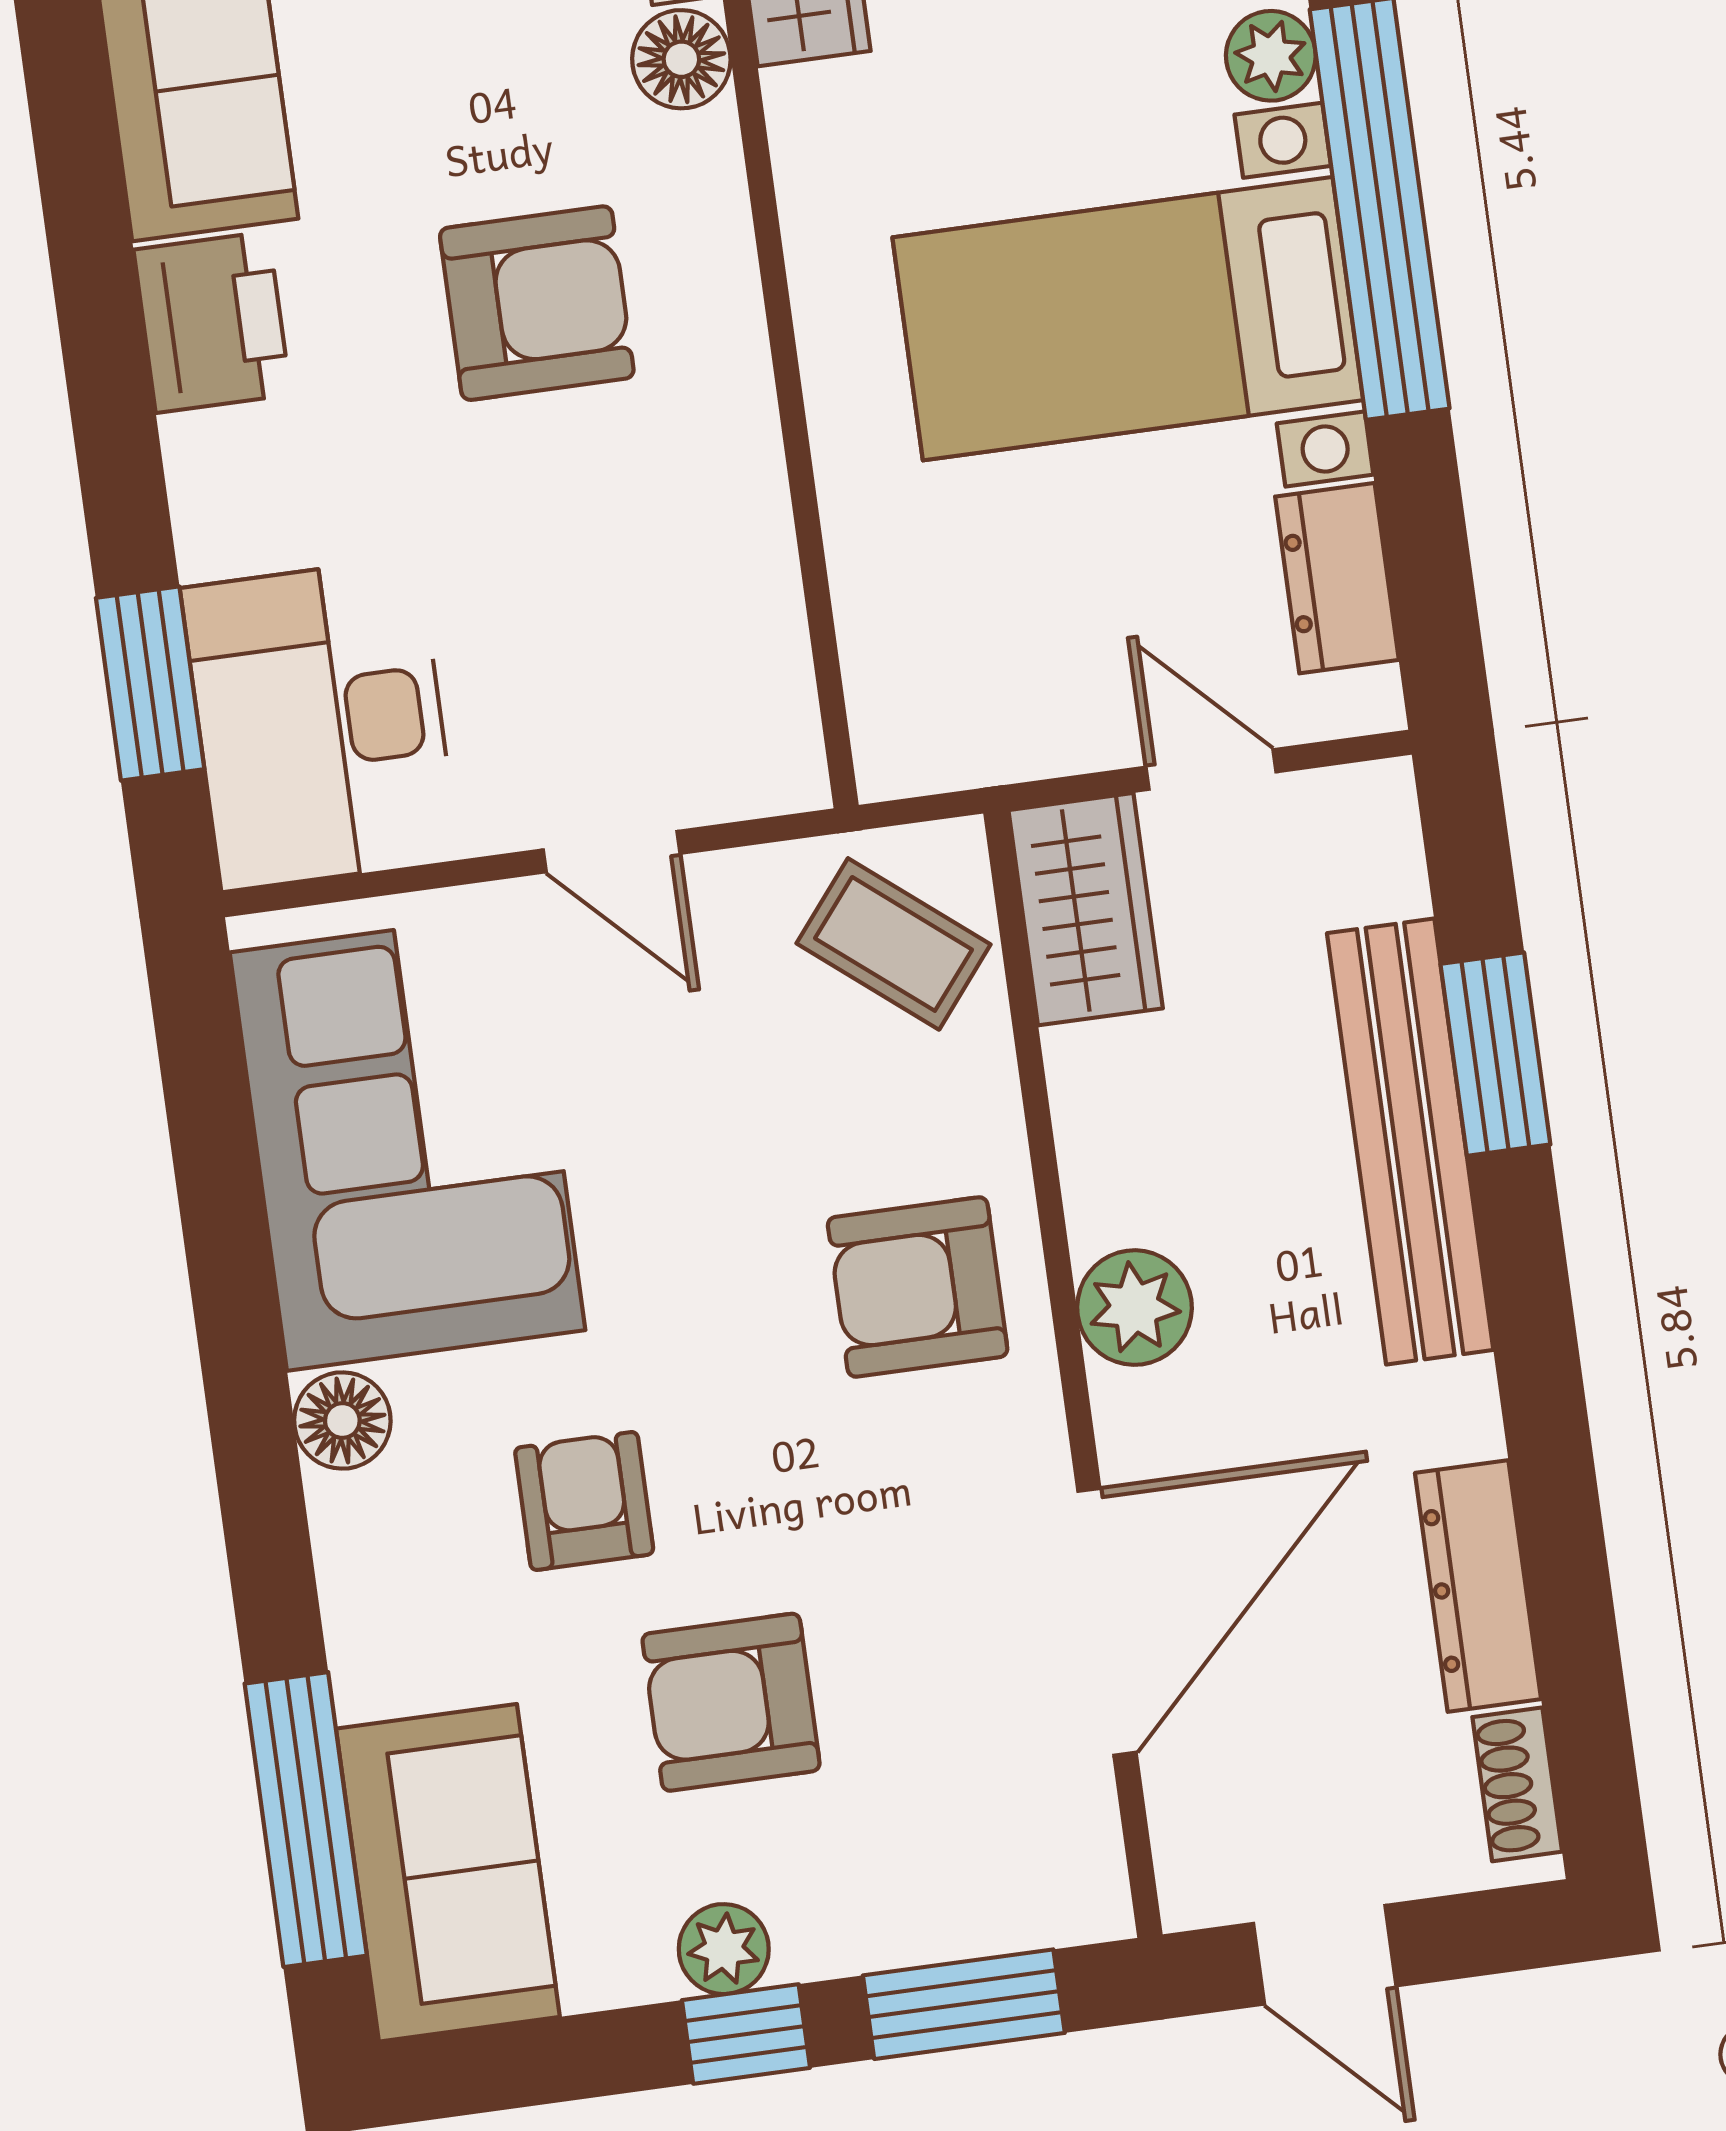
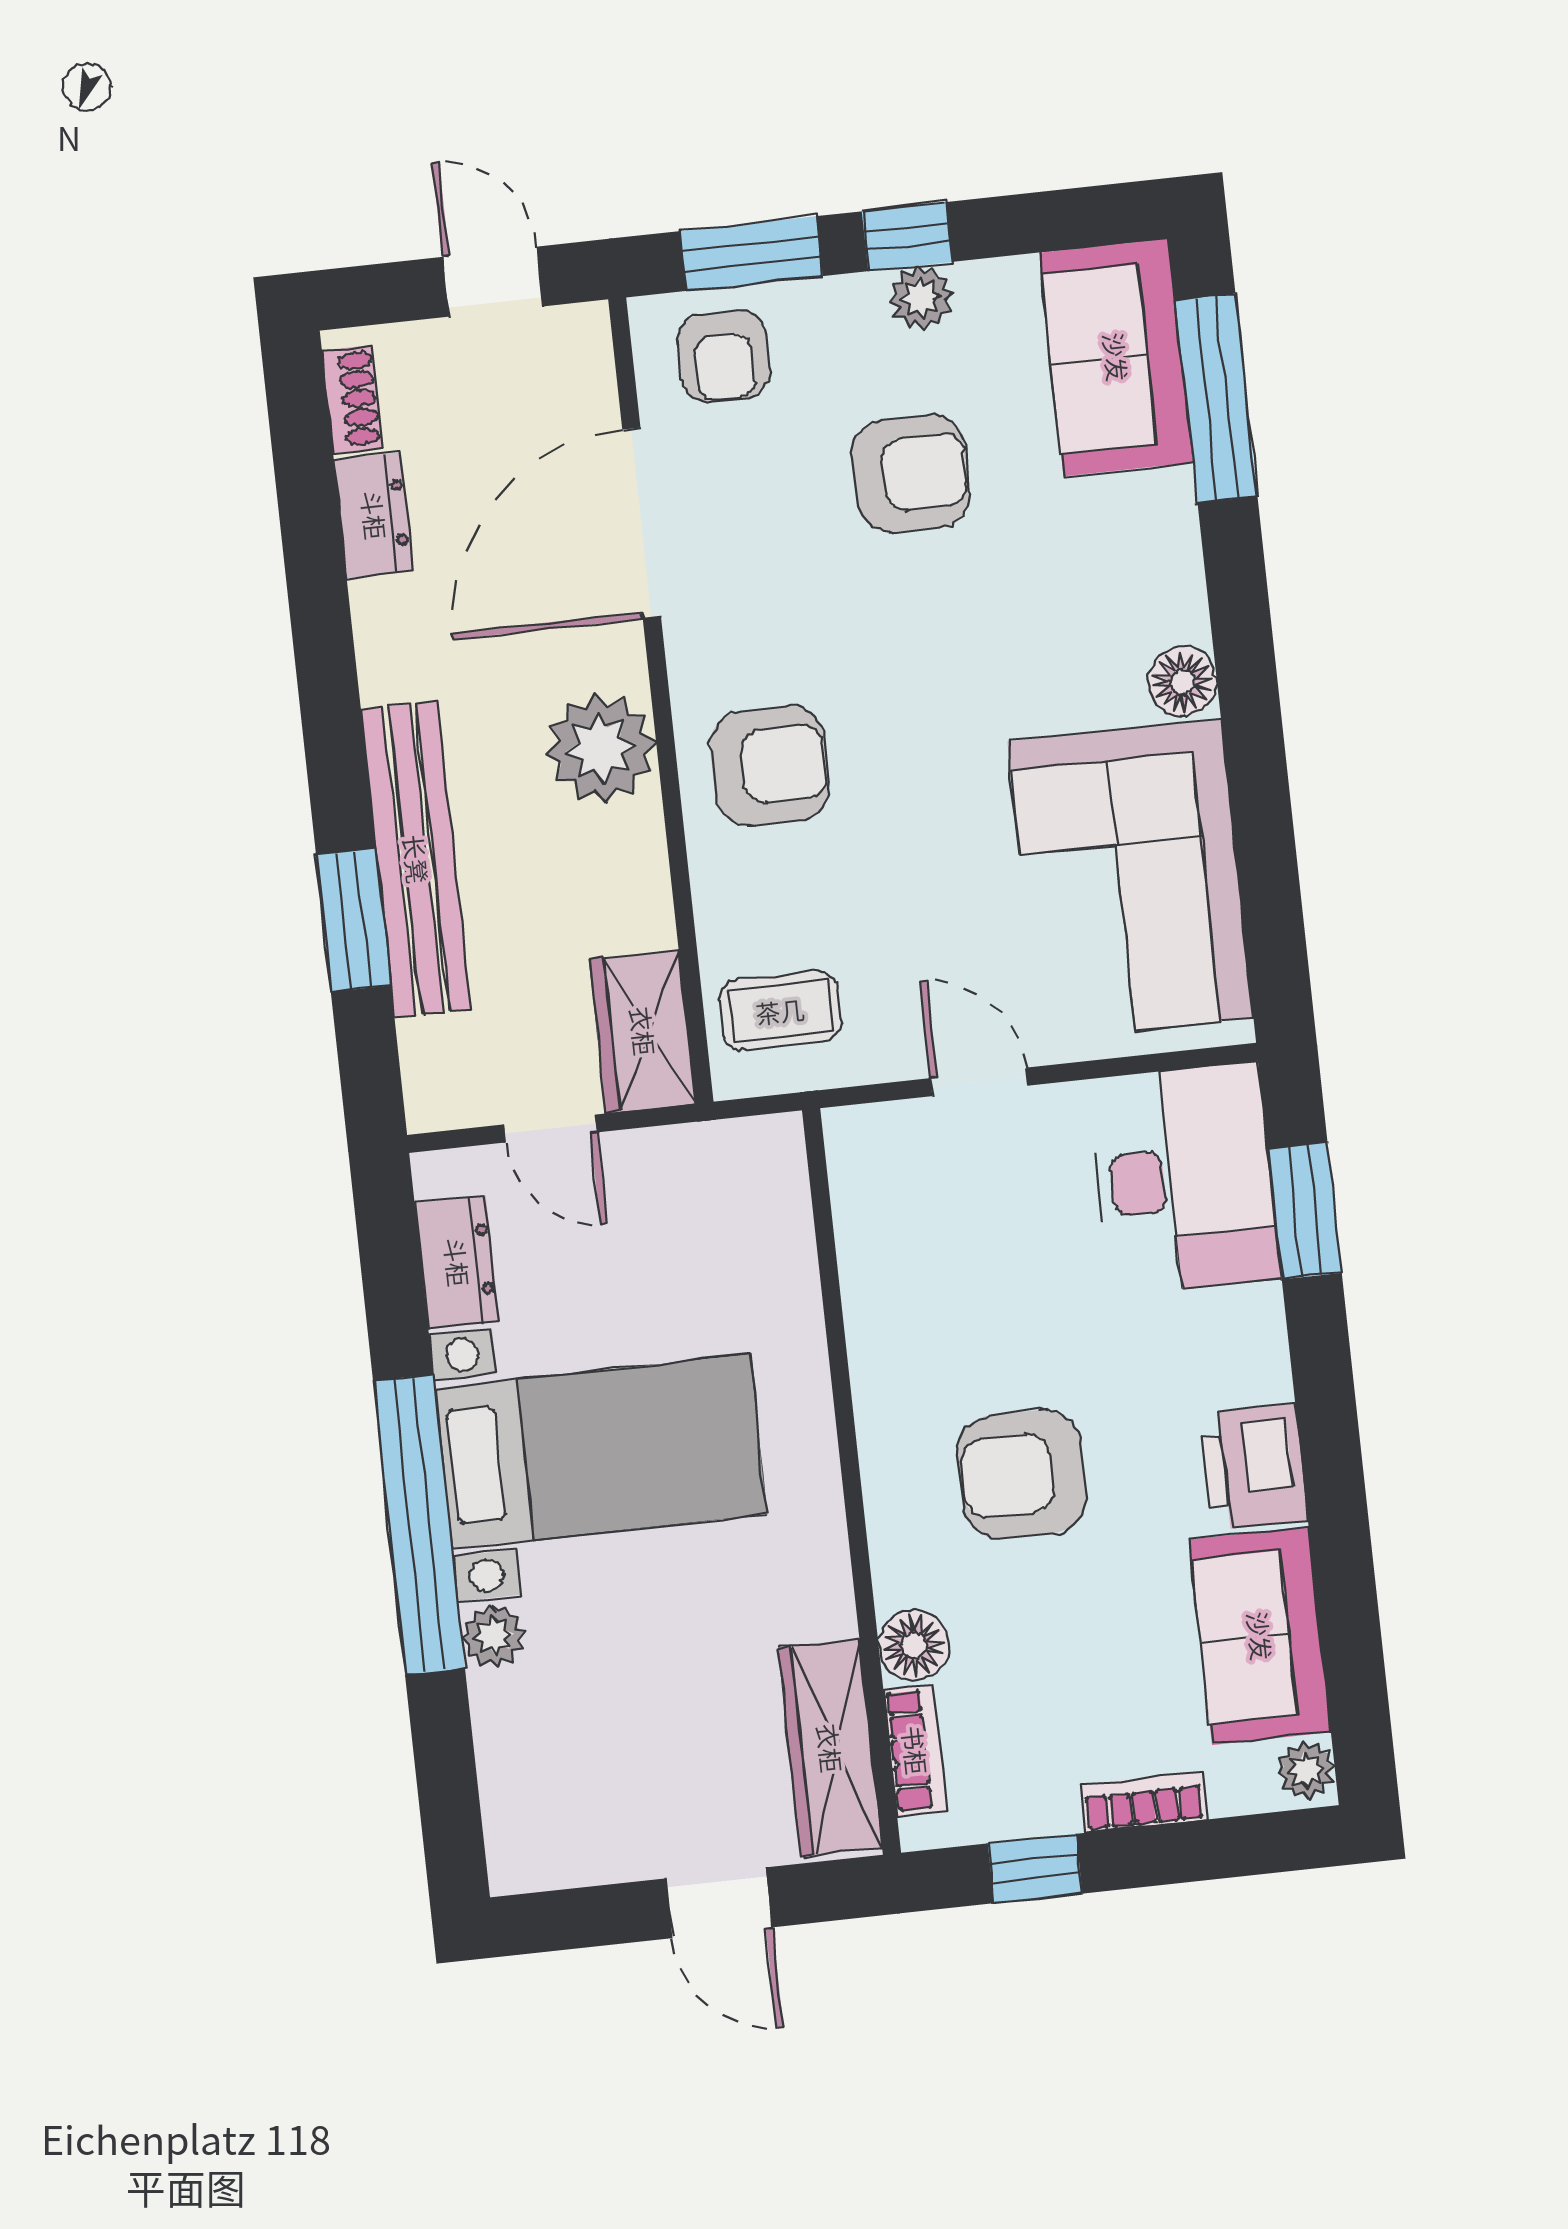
coffee table: (894, 944) -> (780, 1011), turned -39
plant: (1134, 1308) -> (601, 748), width x1.36, depth x1.36
armchair: (584, 1501) -> (724, 356), moved
dresser: (1478, 1586) -> (374, 515), width x0.70

